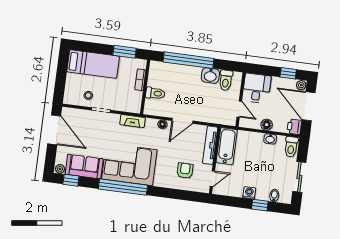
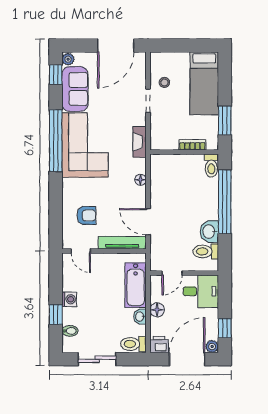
toilet: (155, 93) -> (211, 166), moved
door: (182, 121) -> (148, 222), moved
bathtub: (227, 146) -> (136, 285), moved, turned 90

